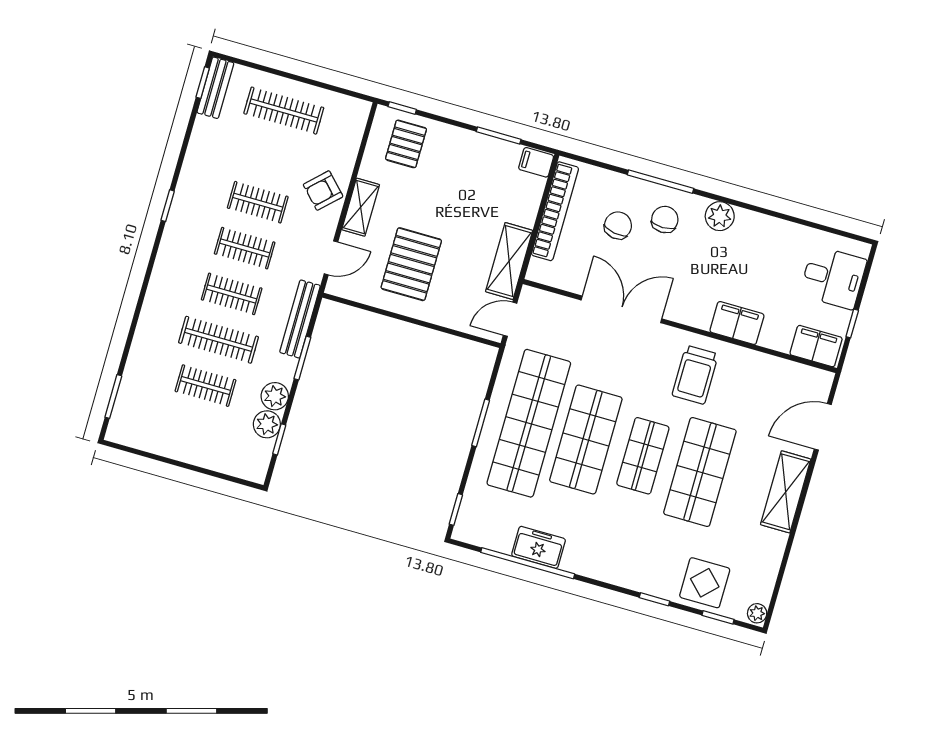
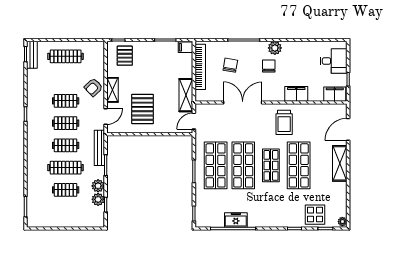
chair: (665, 219) -> (269, 66), moved
shop shelf: (529, 423) -> (216, 165), width x0.71

